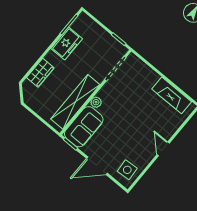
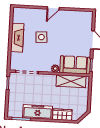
freezer: (67, 44) -> (38, 112), width x1.40
fireplace: (172, 95) -> (17, 38), moved
shelving: (75, 102) -> (71, 81), width x0.68
side table: (127, 170) -> (41, 37), moved

